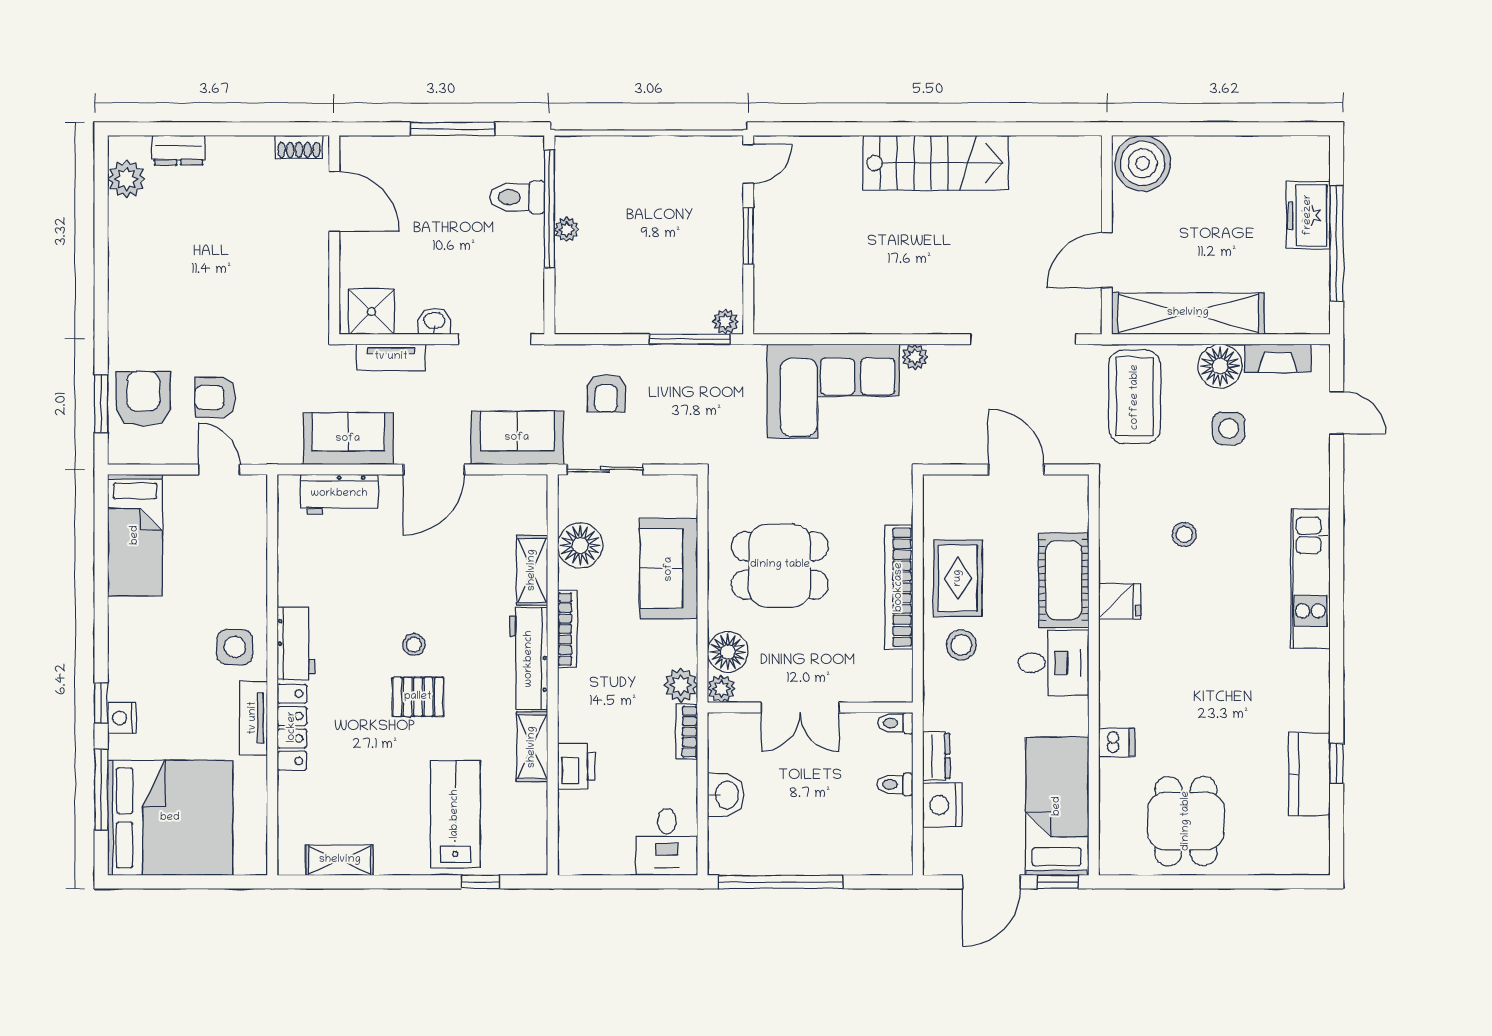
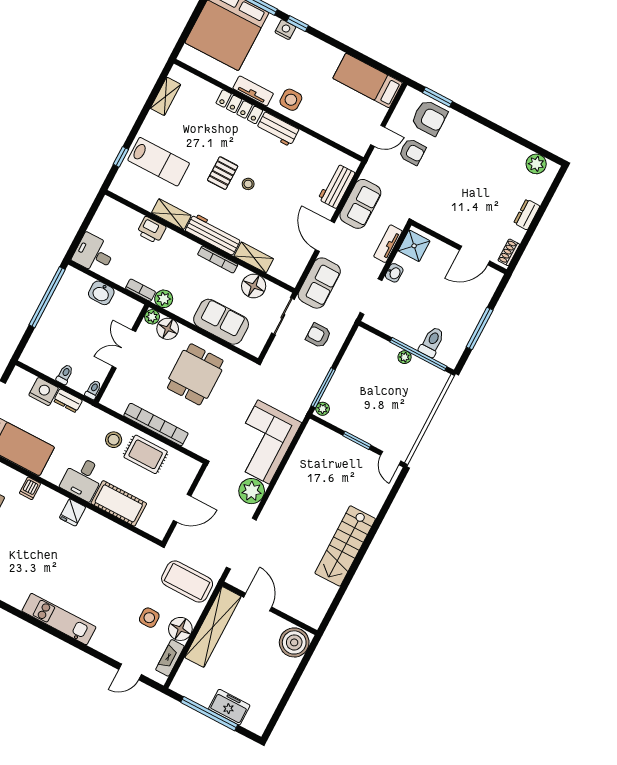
dresser: (179, 150) -> (527, 214), moved
plant: (915, 357) -> (252, 491), width x1.88, depth x1.88
armchair: (215, 397) -> (412, 152), turned 90
stool: (1184, 534) -> (111, 571), removed
fridge: (1120, 601) -> (73, 512), moved

